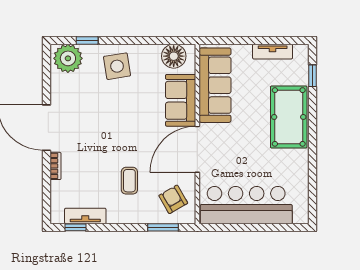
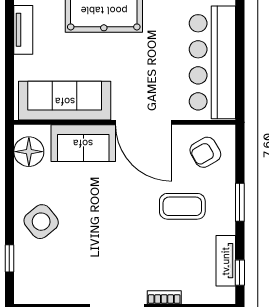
plant: (68, 58) -> (32, 282), removed
side table: (117, 66) -> (41, 222), turned -30
coffee table: (129, 181) -> (182, 206), width x1.36, depth x1.30
window: (163, 227) -> (240, 202), moved

